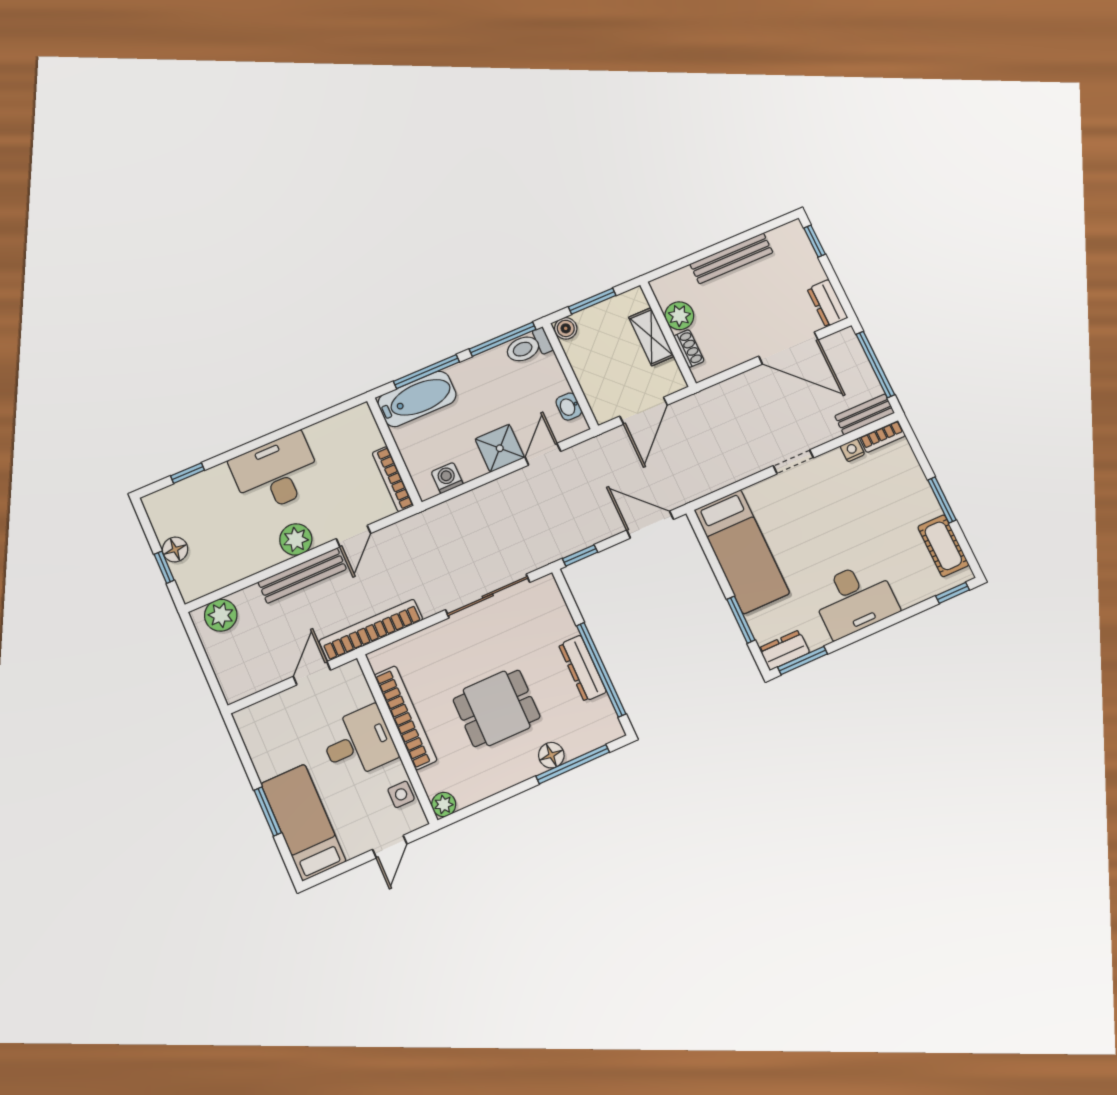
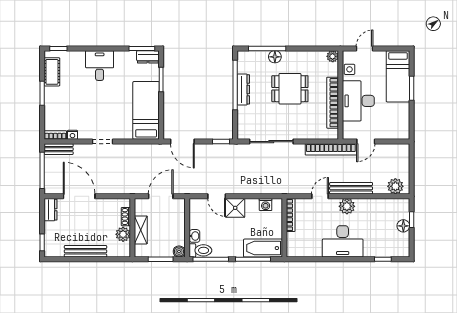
washbasin: (569, 407) -> (194, 236), moved
door: (543, 454) -> (217, 196), hinge flipped
desk: (855, 599) -> (100, 66), width x0.73
desk: (359, 743) -> (358, 101), width x1.37

